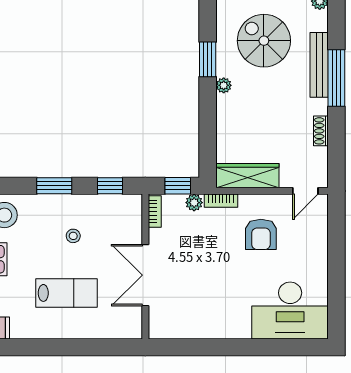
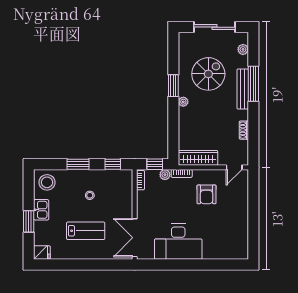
spiral stairs: (264, 41) -> (208, 74), turned 90
window: (336, 78) -> (253, 84), moved
double door: (145, 275) -> (135, 238), moved
desk: (290, 311) -> (178, 242), moved

